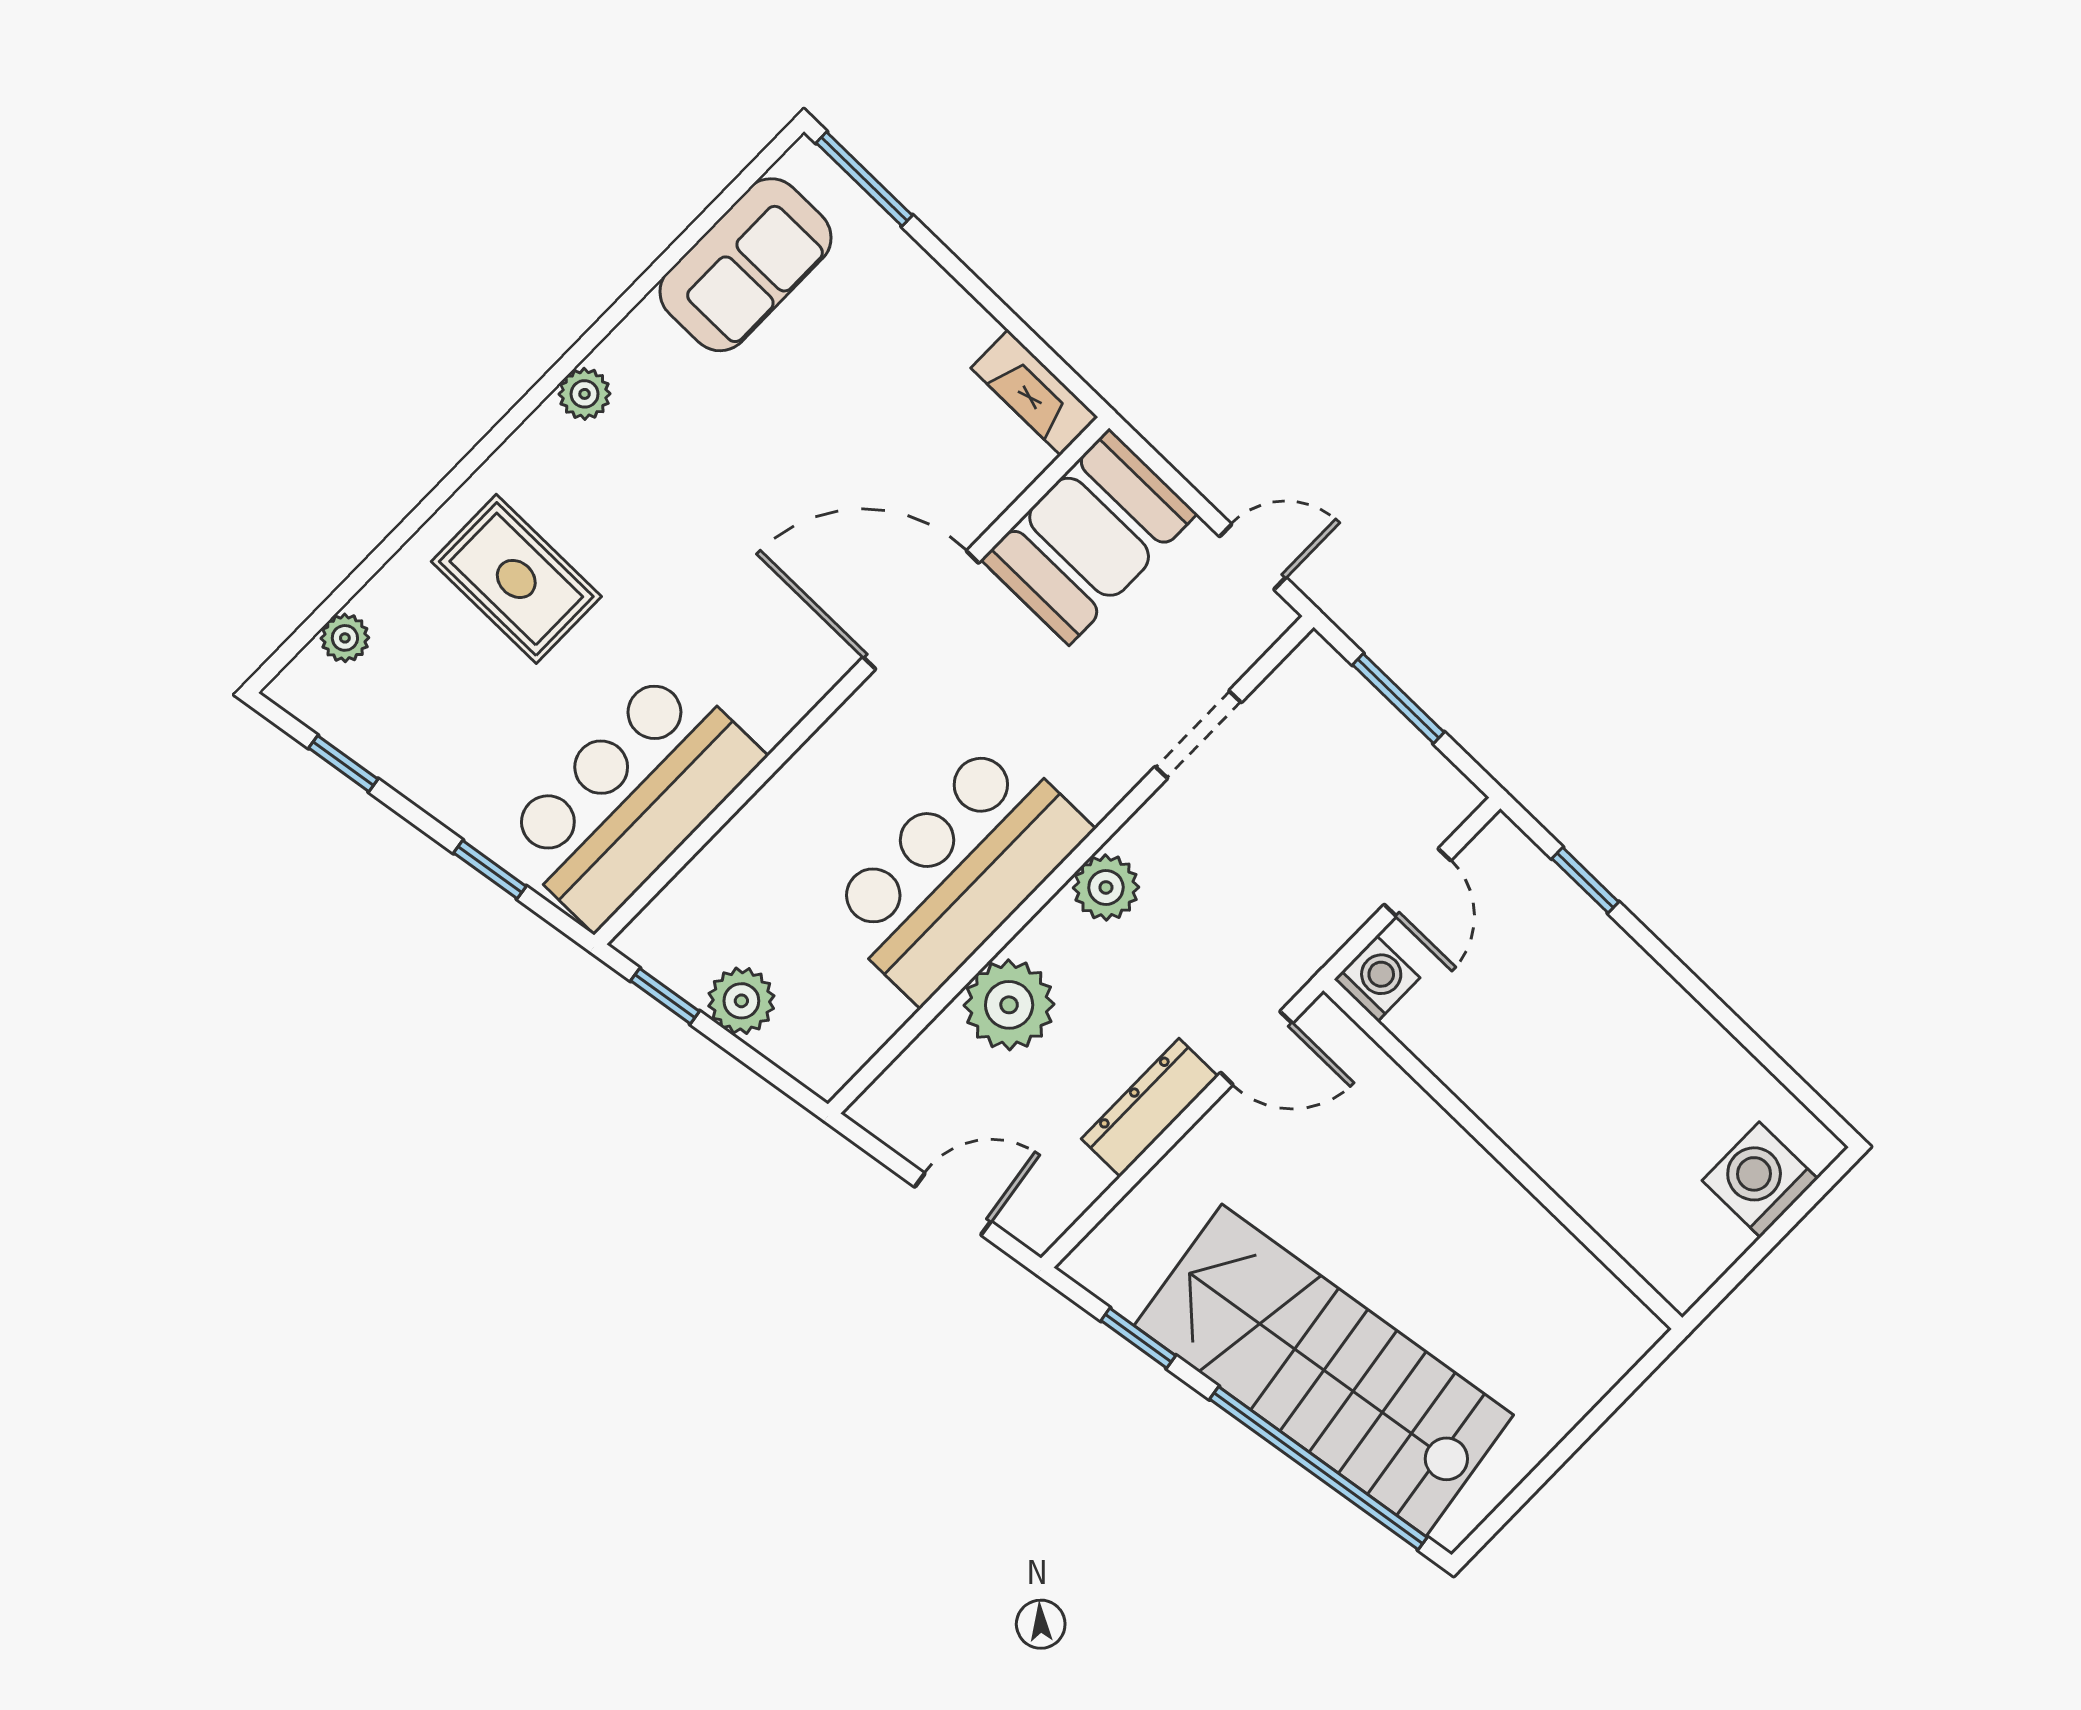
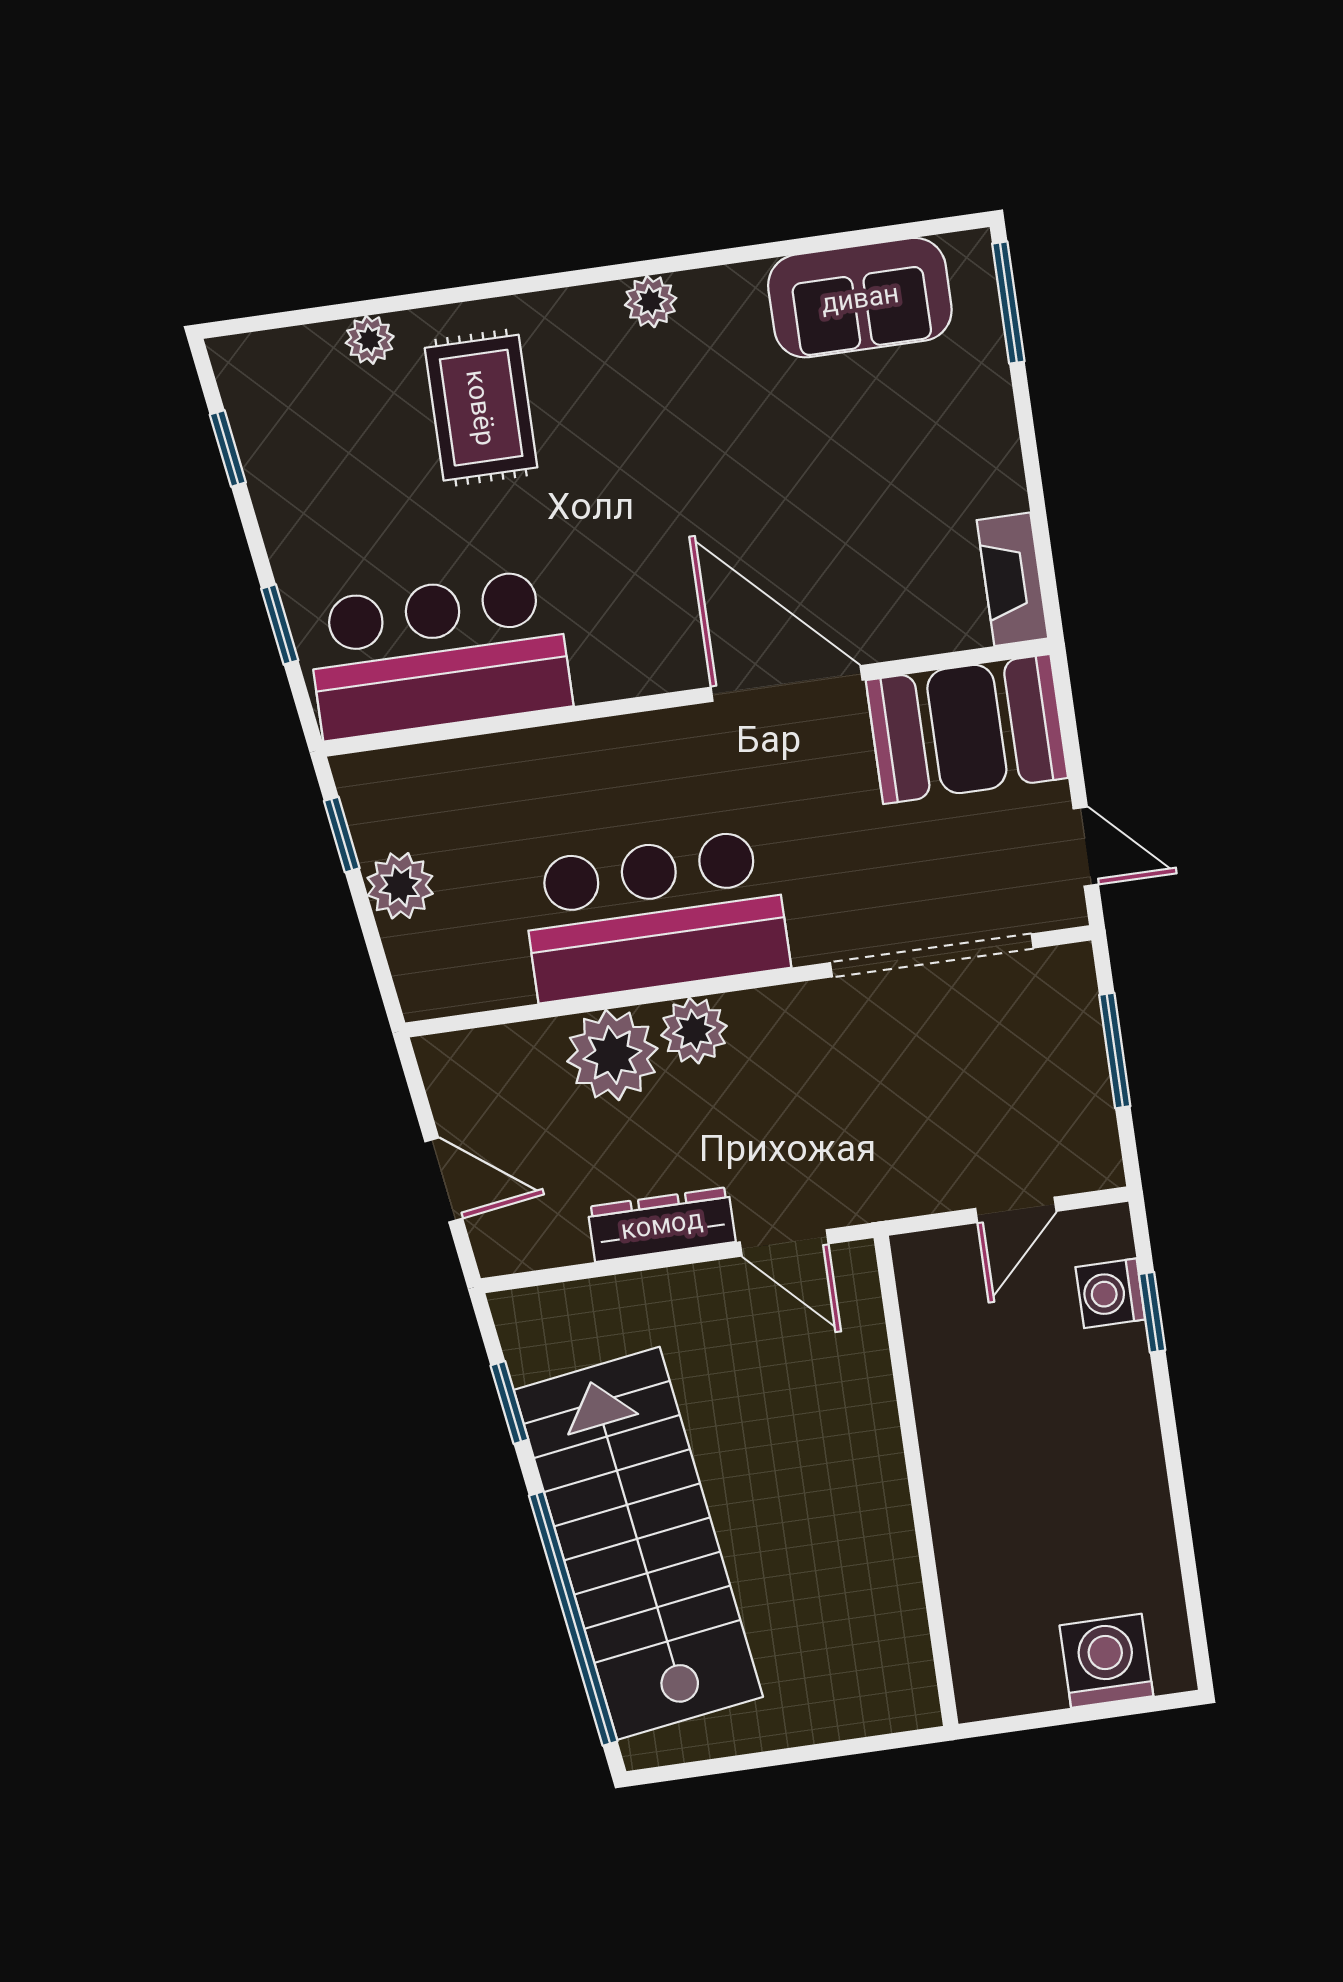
plant: (345, 638) -> (370, 340), moved
doorway: (1198, 735) -> (932, 955), width x1.88
plant: (1106, 887) -> (694, 1031), moved
washing machine: (1377, 979) -> (1110, 1293), moved, turned 180

